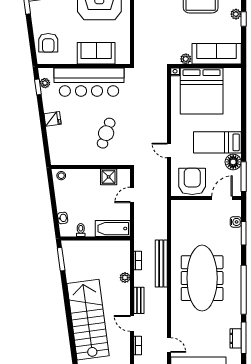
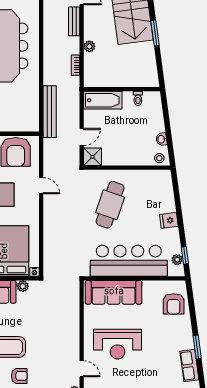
armchair: (48, 43) -> (174, 304), turned 180
sofa: (96, 53) -> (114, 292), width x1.36
cafe table: (106, 133) -> (110, 205), width x1.37, depth x1.35
shower: (109, 177) -> (93, 157), moved
washbasin: (63, 218) -> (161, 139), moved
window: (61, 259) -> (155, 33), moved
bench: (161, 264) -> (50, 112), moved

